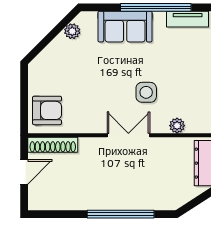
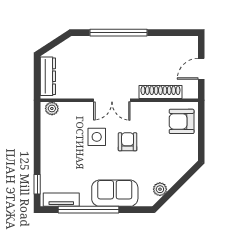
armchair: (110, 87) -> (128, 142), added
plant: (177, 126) -> (52, 108), moved
shoe rack: (53, 145) -> (160, 92), moved

